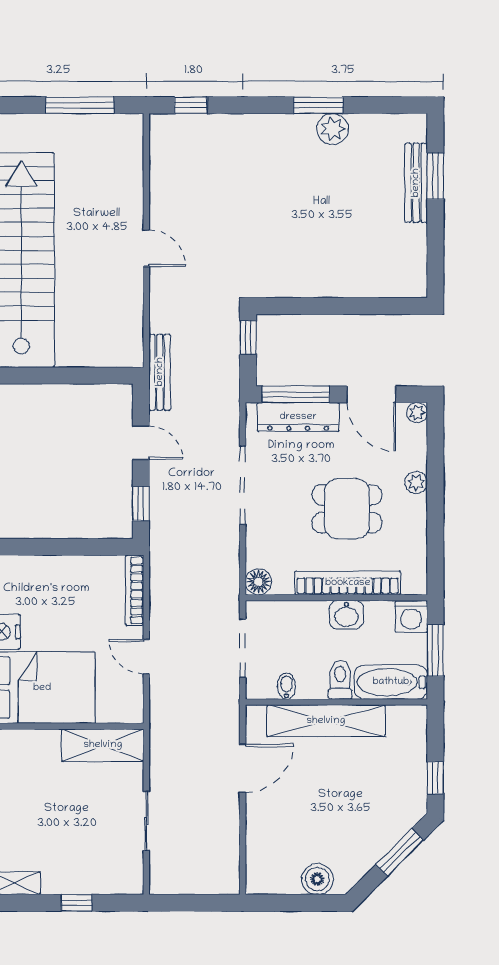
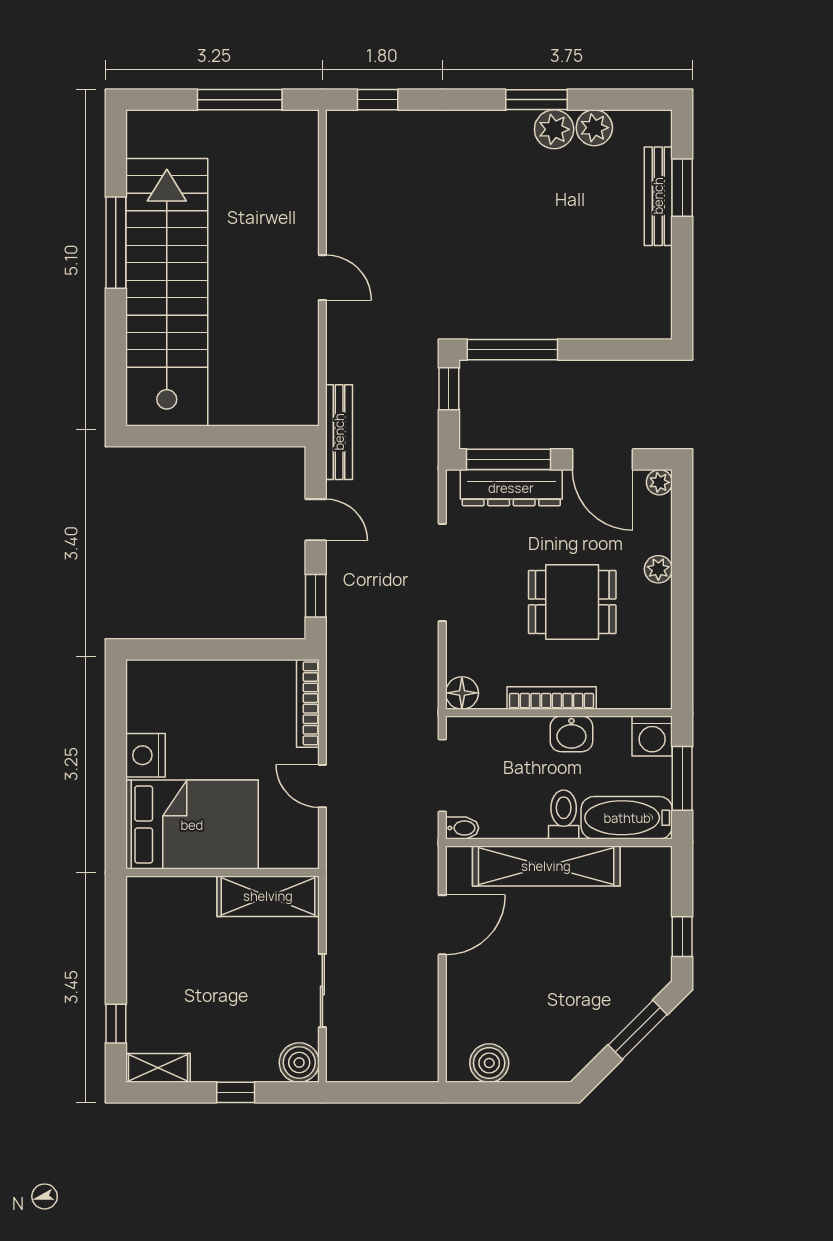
plant: (365, 128) -> (594, 128), added
window: (299, 306) -> (512, 350), added
bookcase: (348, 583) -> (552, 698), width x0.68, depth x0.76
bidet: (287, 686) -> (462, 828), moved, turned 90
boiler: (128, 879) -> (299, 1063), added
boiler: (317, 879) -> (489, 1063), moved

